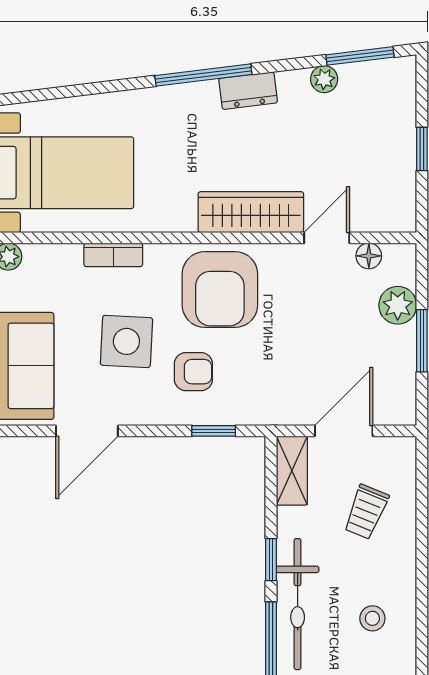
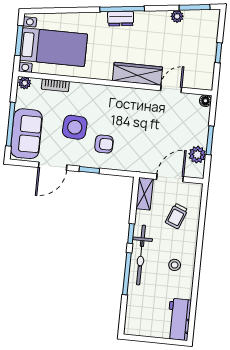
dresser: (248, 91) -> (121, 19), moved
bookcase: (113, 255) -> (55, 85), moved
floor lamp: (369, 256) -> (205, 101), moved
armchair: (220, 289) -> (120, 108), removed
plant: (398, 305) -> (197, 155), moved
window: (214, 431) -> (89, 170), moved

